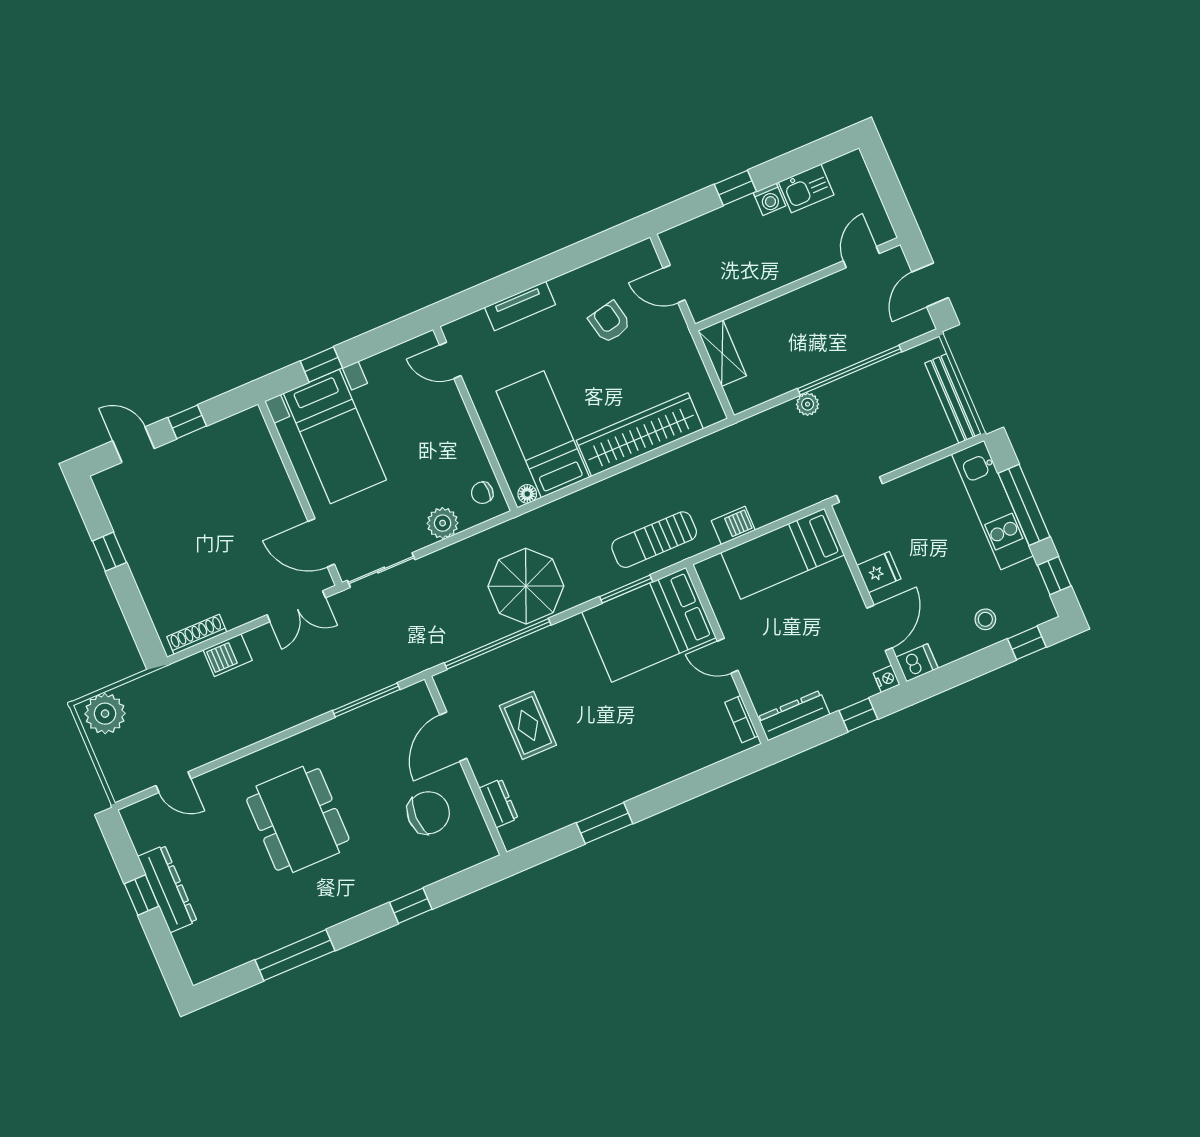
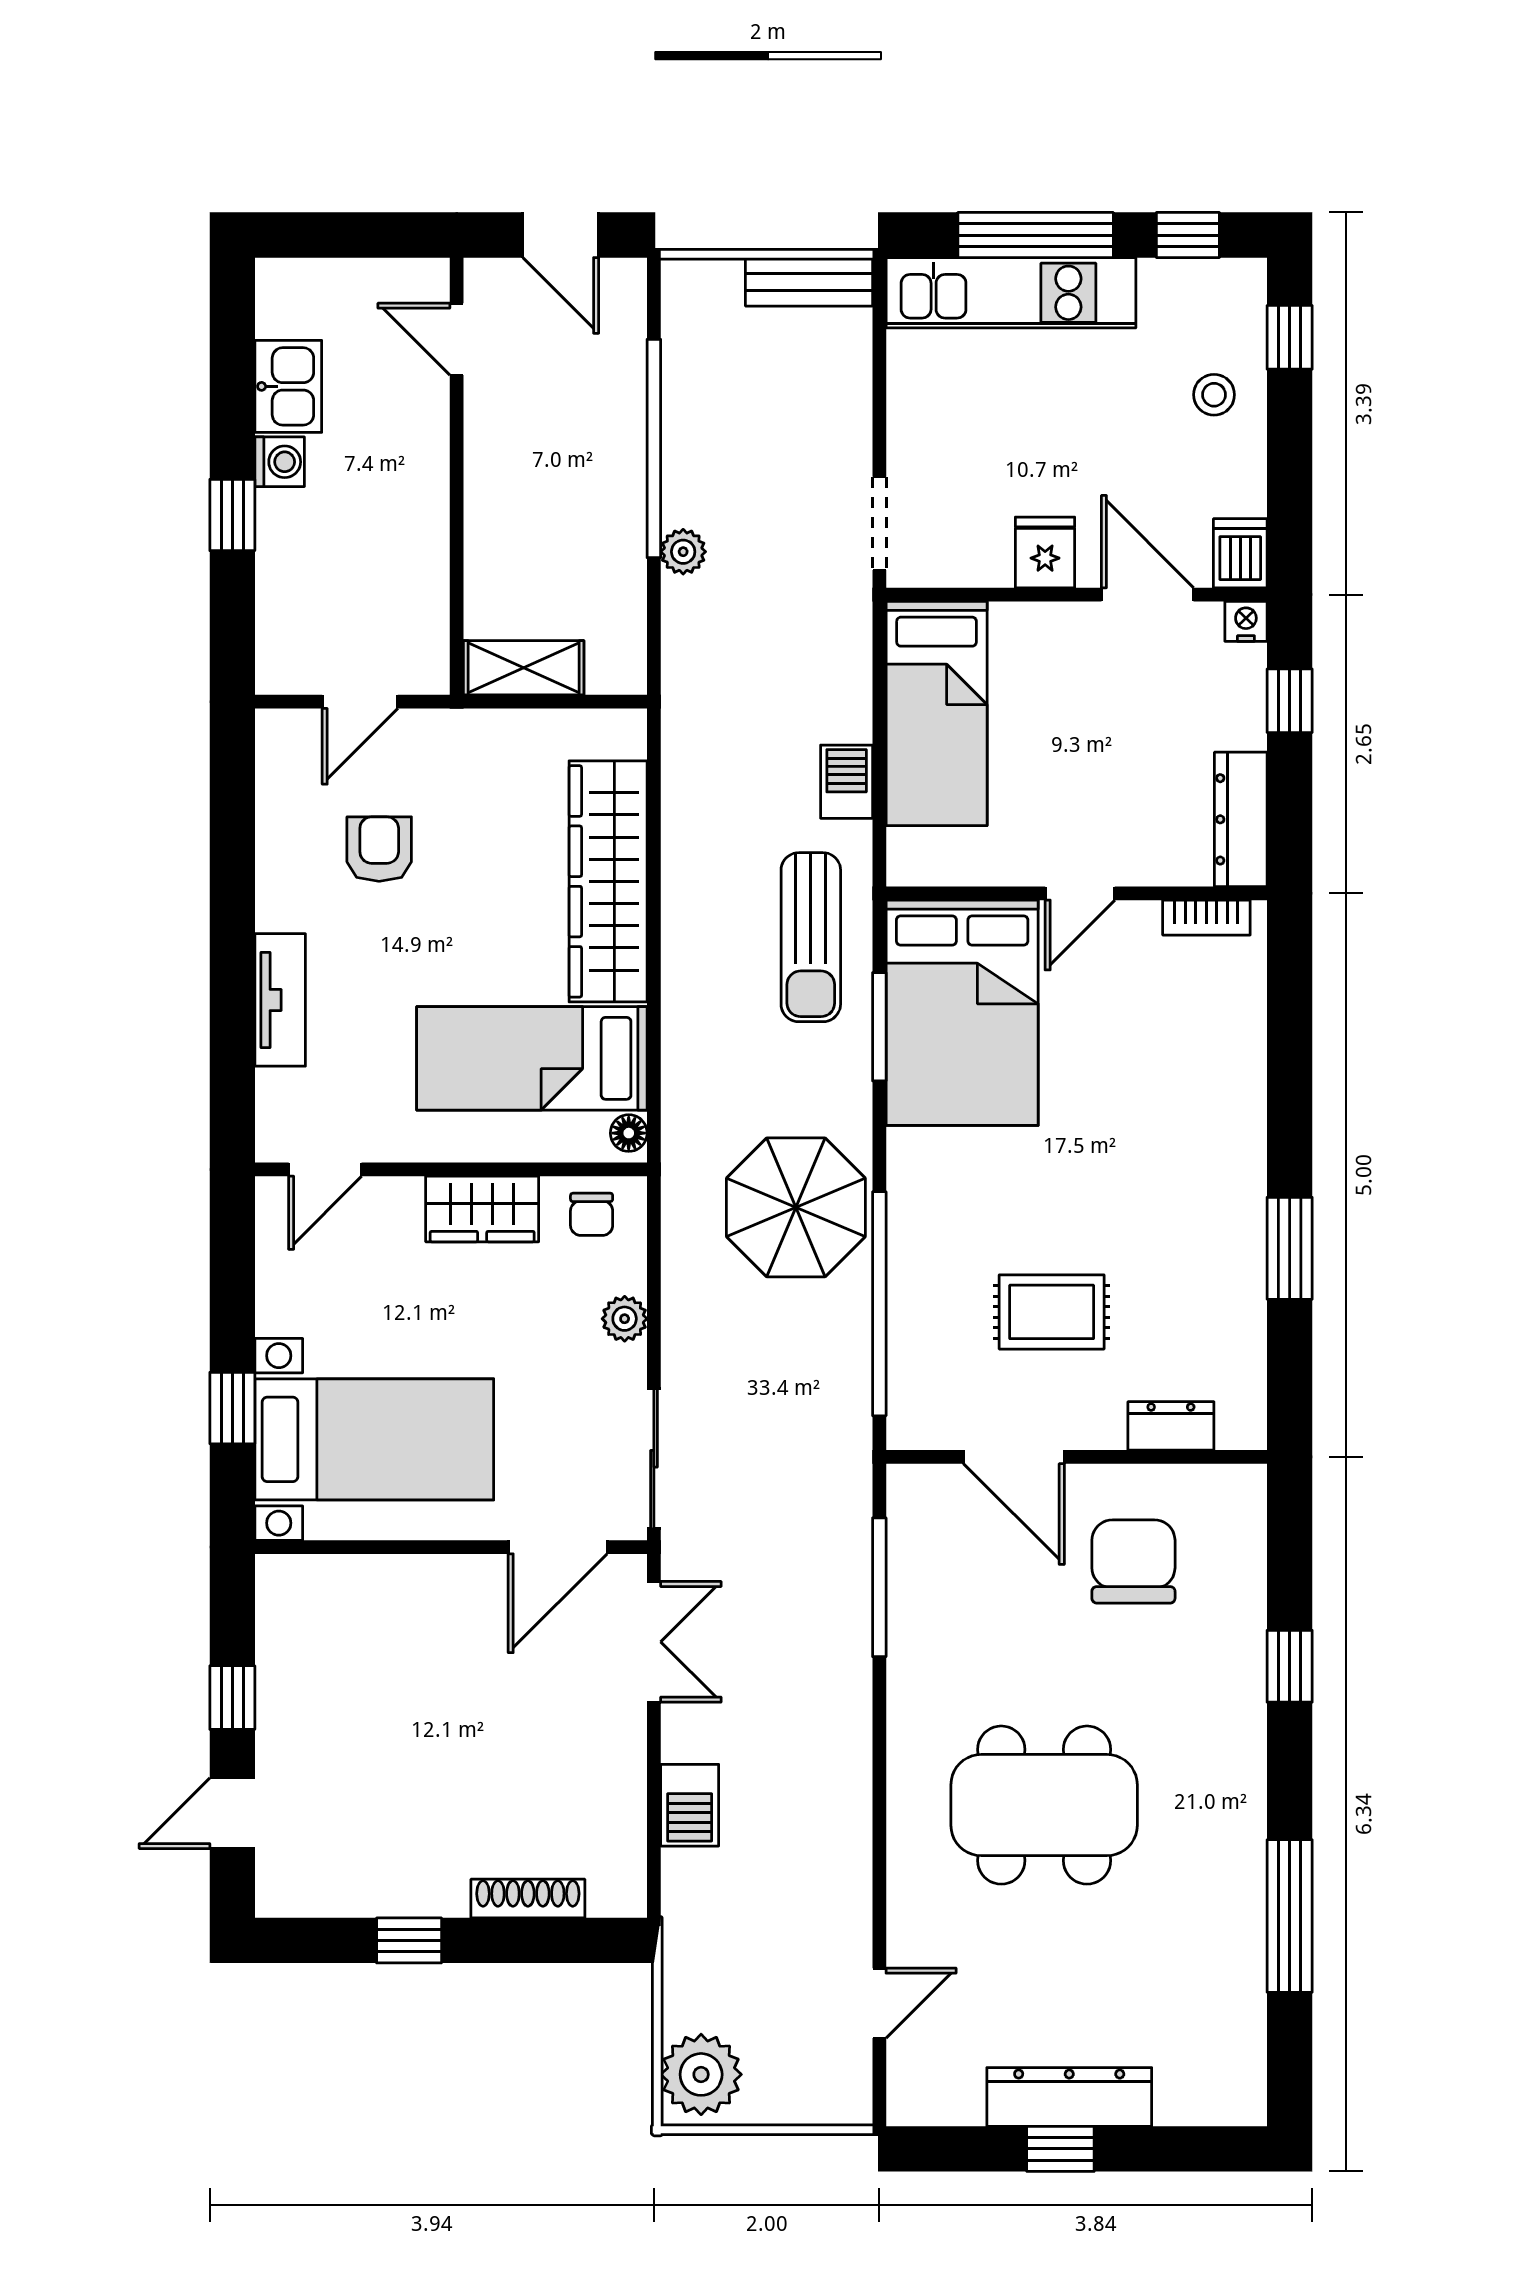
armchair: (610, 322) -> (379, 849), turned 102
bench: (953, 398) -> (809, 282), width x0.73
wardrobe: (463, 441) -> (482, 1209), added
plant: (443, 523) -> (625, 1319), width x0.73, depth x0.73
shoe rack: (197, 634) -> (528, 1899), moved, turned 90

